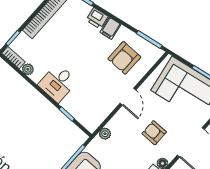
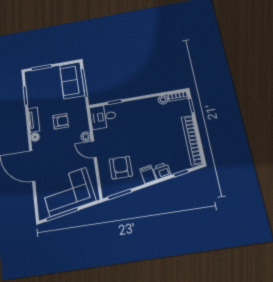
desk: (58, 83) -> (103, 117), moved, turned -90
armchair: (154, 133) -> (61, 121), moved
plant: (105, 134) -> (86, 137), moved

